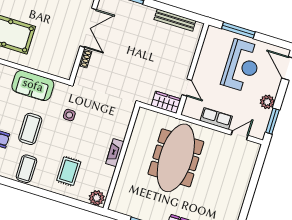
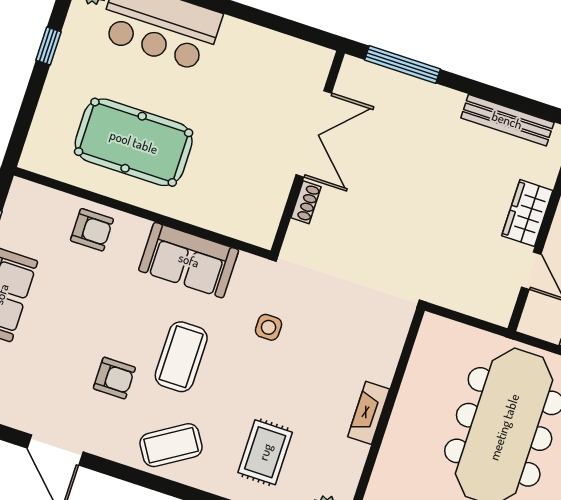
wardrobe: (166, 102) -> (527, 213), moved, turned -90
coffee table: (26, 169) -> (171, 445), turned 58

